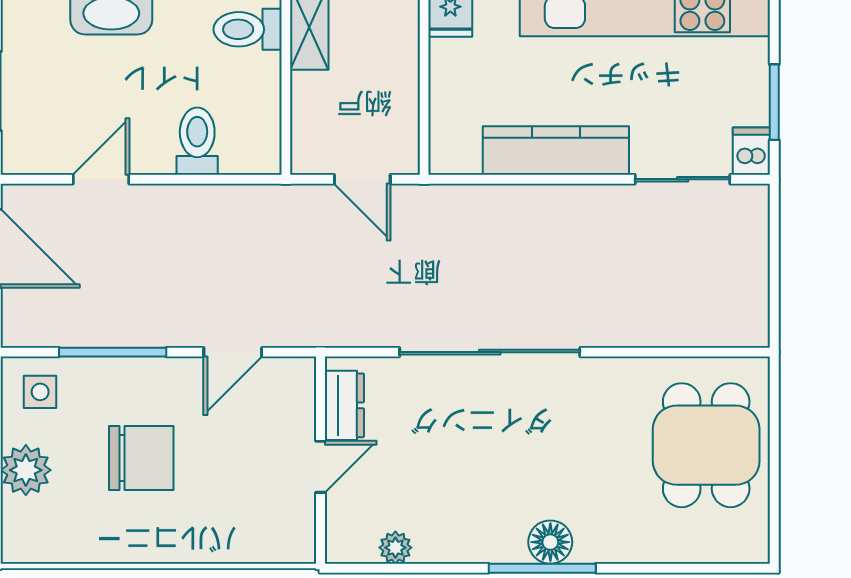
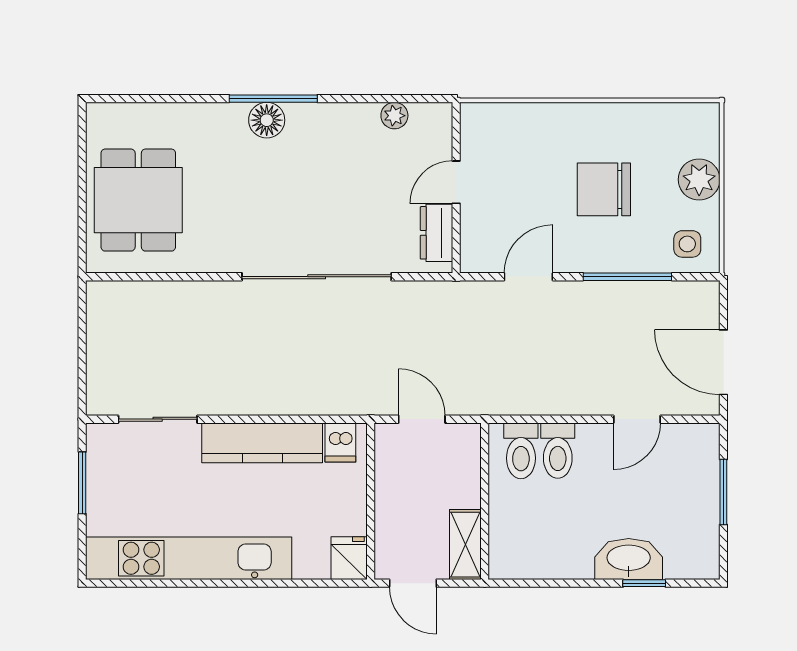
toilet: (248, 29) -> (521, 451), moved, turned 90
dishwasher: (751, 151) -> (340, 442), moved

